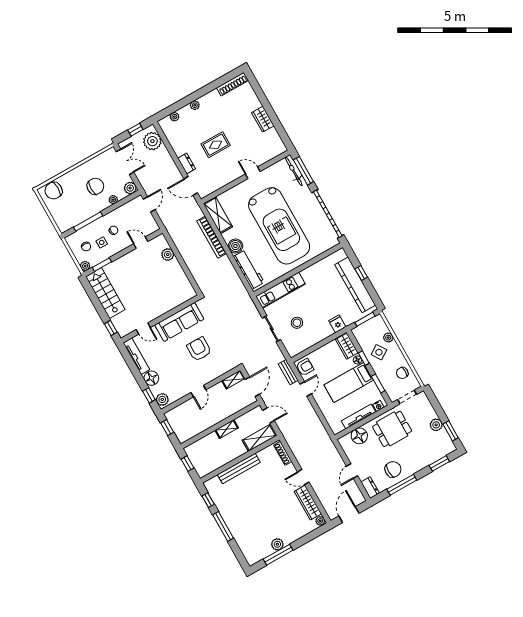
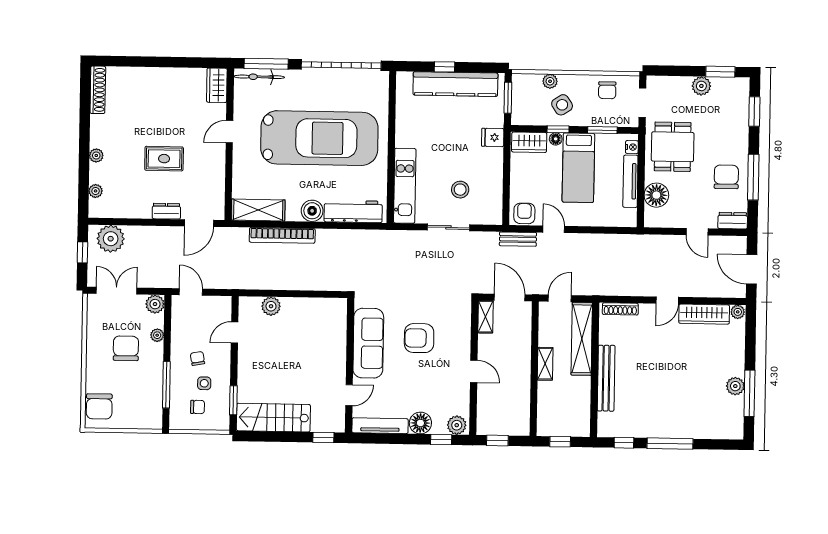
wardrobe: (263, 119) -> (217, 85), moved, turned 90
rug: (216, 145) -> (164, 159), turned 90
plant: (85, 266) -> (222, 423), removed
shelving: (260, 438) -> (582, 339), width x1.47

